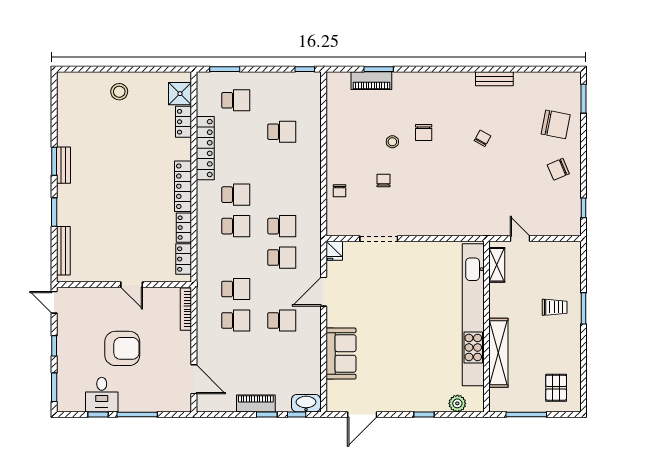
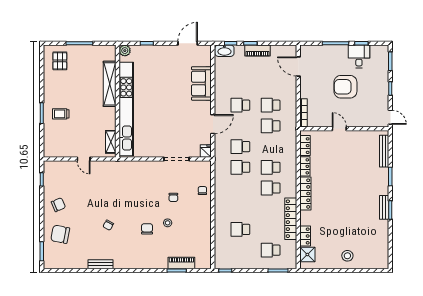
shelving: (497, 265) -> (111, 142), moved
kitchen unit: (473, 315) -> (126, 109), moved
wall: (486, 327) -> (118, 101), moved
shelving: (498, 353) -> (110, 84), moved

